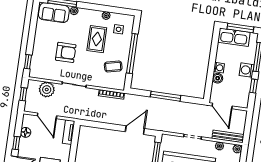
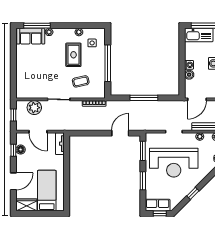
armchair: (66, 52) -> (47, 71), removed
window: (28, 62) -> (13, 85), removed
coffee table: (113, 66) -> (81, 81), moved
door: (222, 106) -> (197, 99), hinge flipped
window: (16, 143) -> (13, 150), moved

